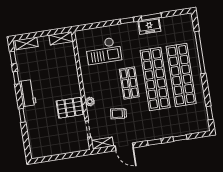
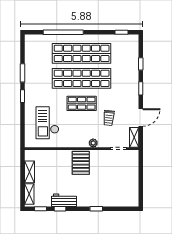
freezer: (149, 26) -> (31, 76), removed
shelving: (61, 38) -> (29, 172), moved
checkout: (103, 51) -> (47, 123), turned 180
workbench: (28, 93) -> (64, 200), moved
pallet: (70, 108) -> (81, 163), moved

